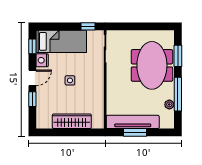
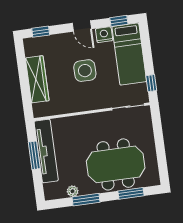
side table: (70, 80) -> (85, 71), width x1.87, depth x1.87
window: (178, 94) -> (86, 200), width x0.69
window: (32, 99) -> (41, 32), moved

